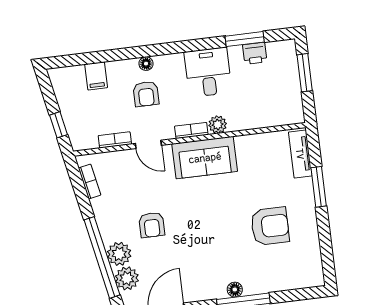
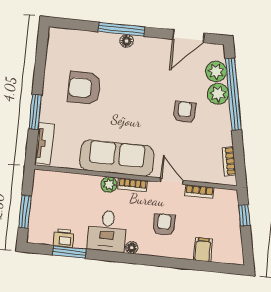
floor lamp: (146, 64) -> (132, 248), moved
sofa: (205, 158) -> (117, 158), width x1.36

